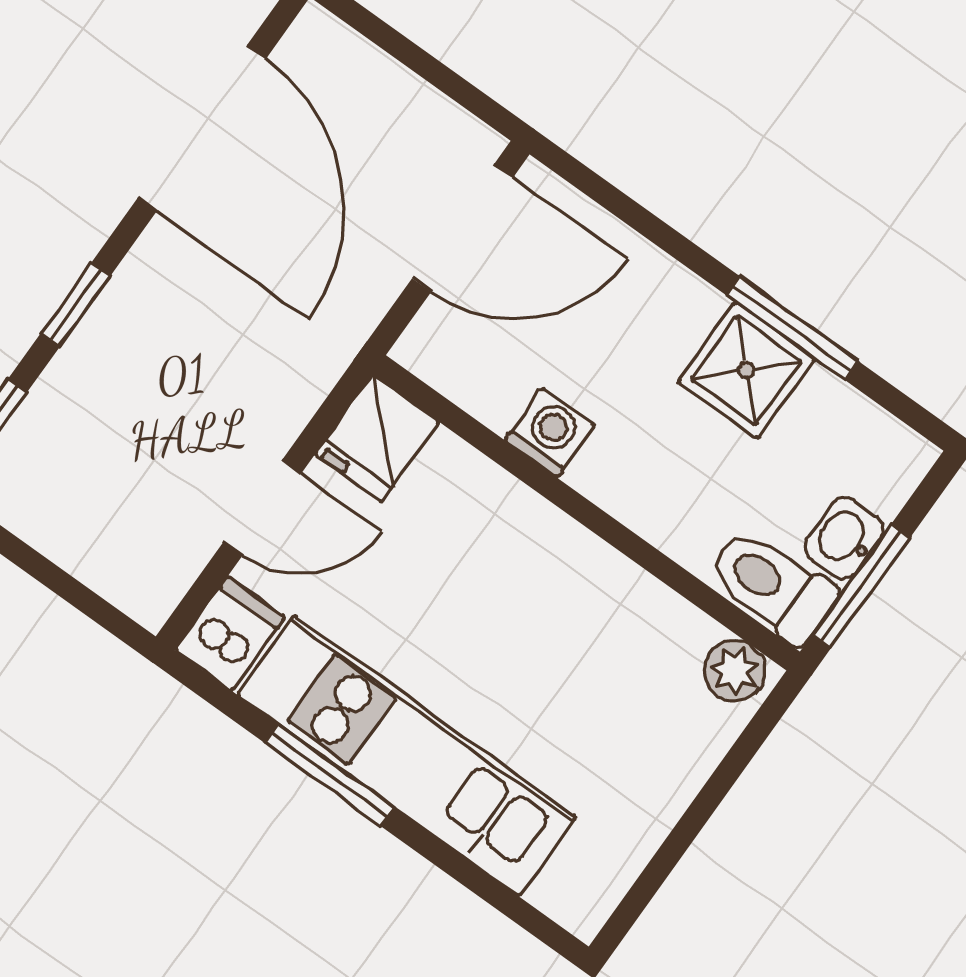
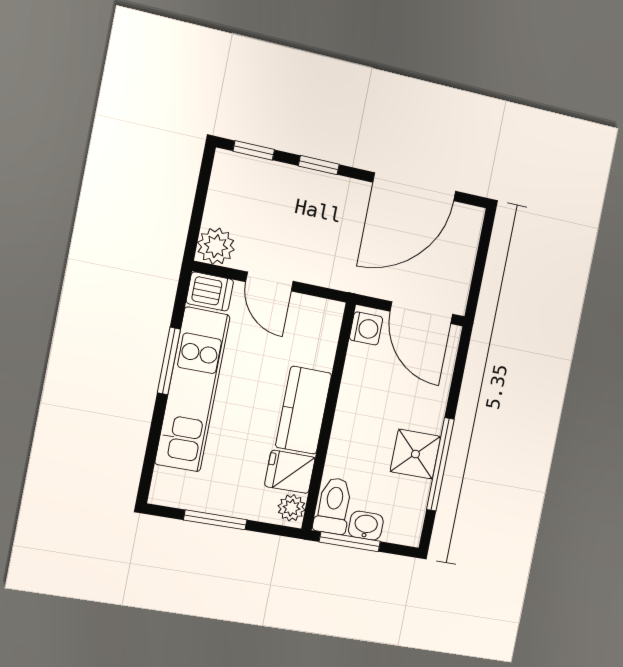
window: (792, 328) -> (440, 464), width x1.44
washing machine: (550, 433) -> (366, 328), moved
fridge: (377, 438) -> (290, 472), moved
kitchen counter: (549, 557) -> (304, 410), added
plant: (147, 581) -> (216, 246), added
window: (686, 831) -> (215, 520), added

